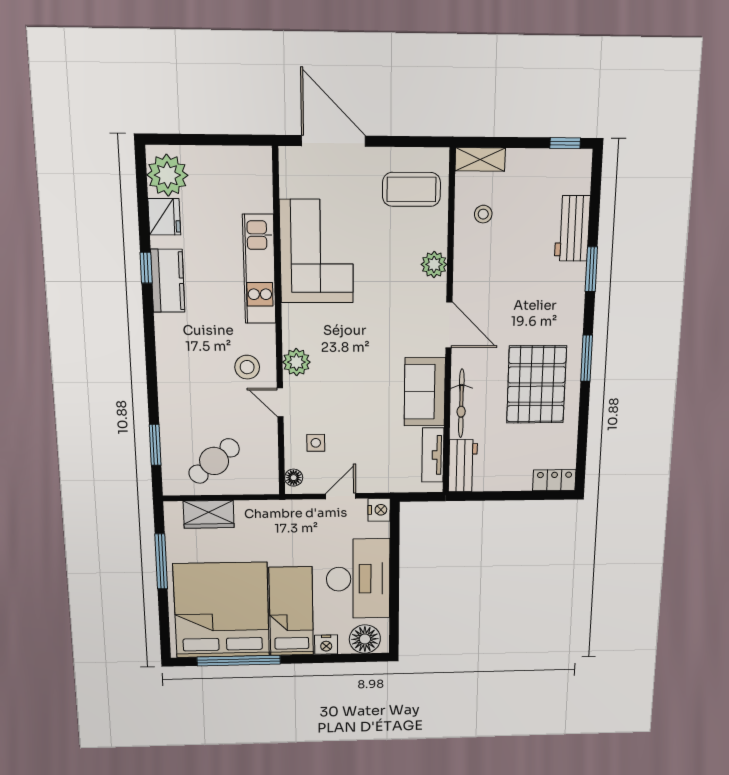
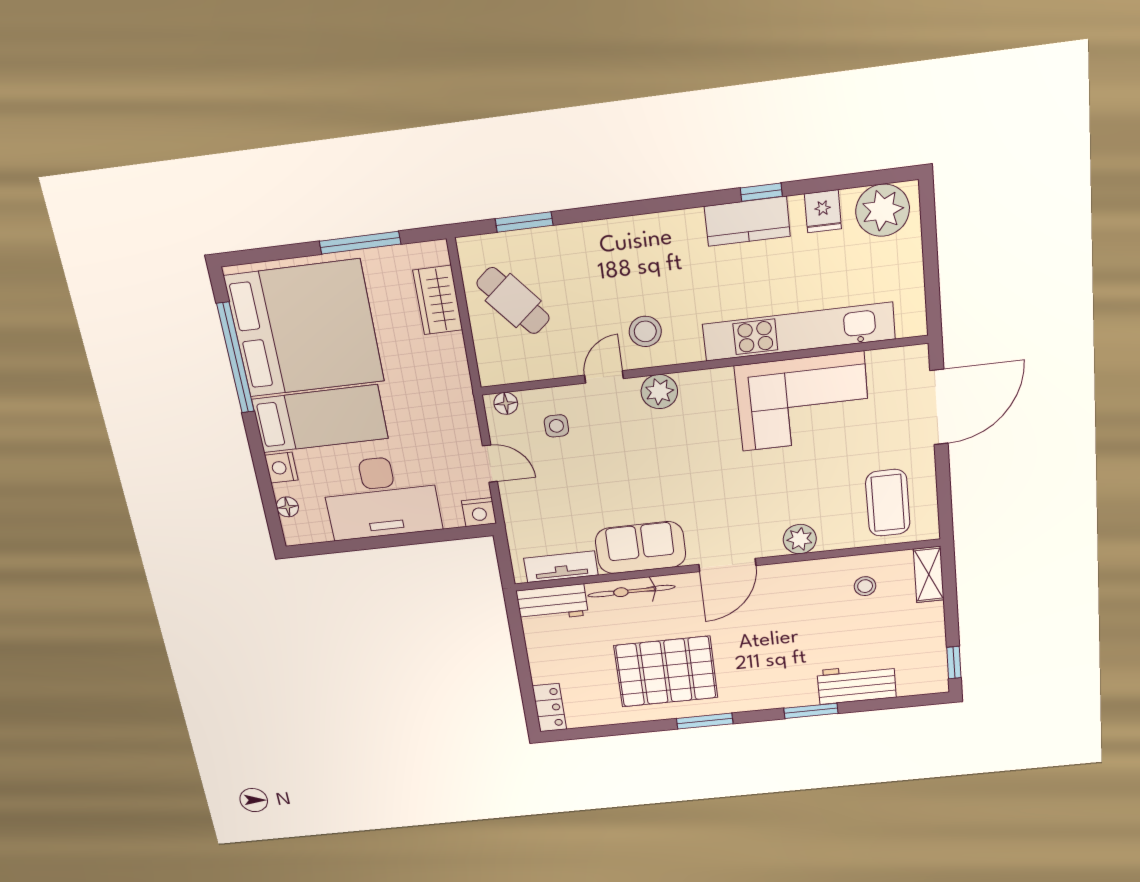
fridge: (164, 217) -> (823, 211), width x0.72
kitchen unit: (259, 269) -> (799, 332), width x1.36
floor lamp: (365, 639) -> (287, 507), width x0.53, depth x0.53

